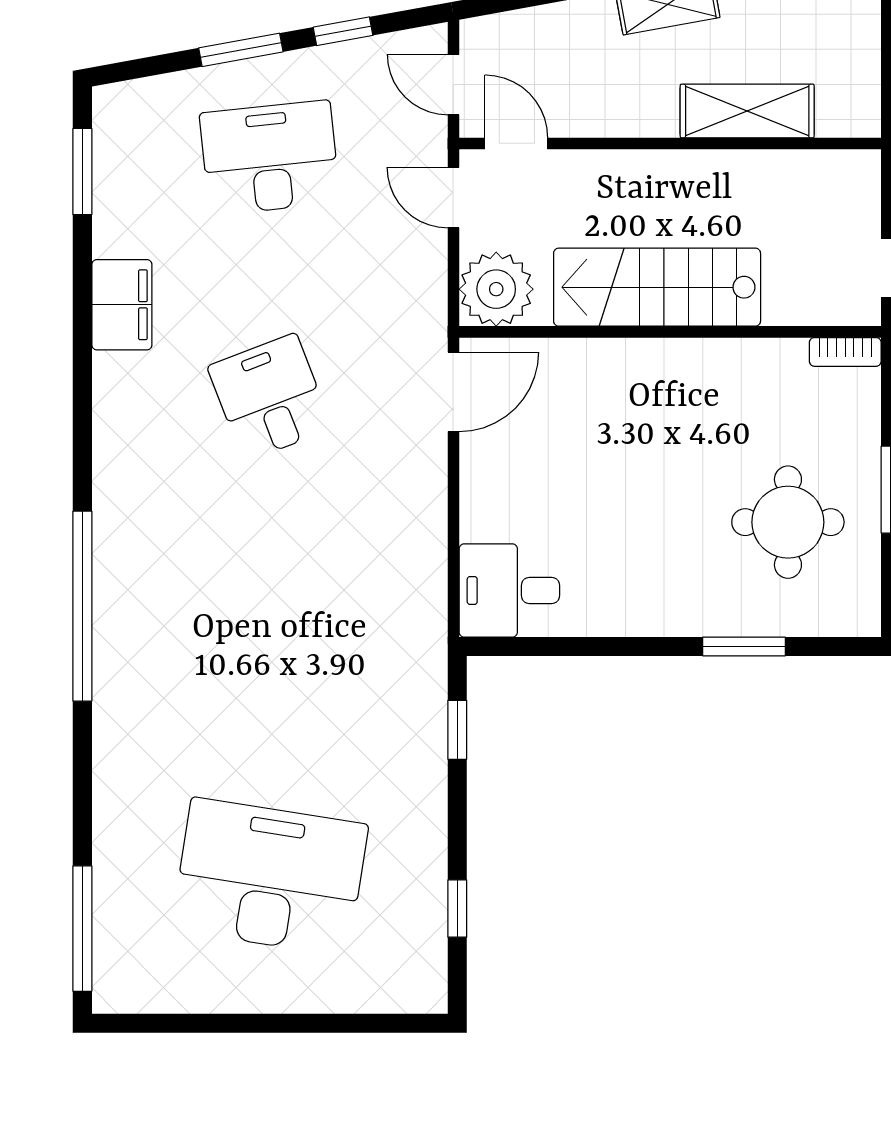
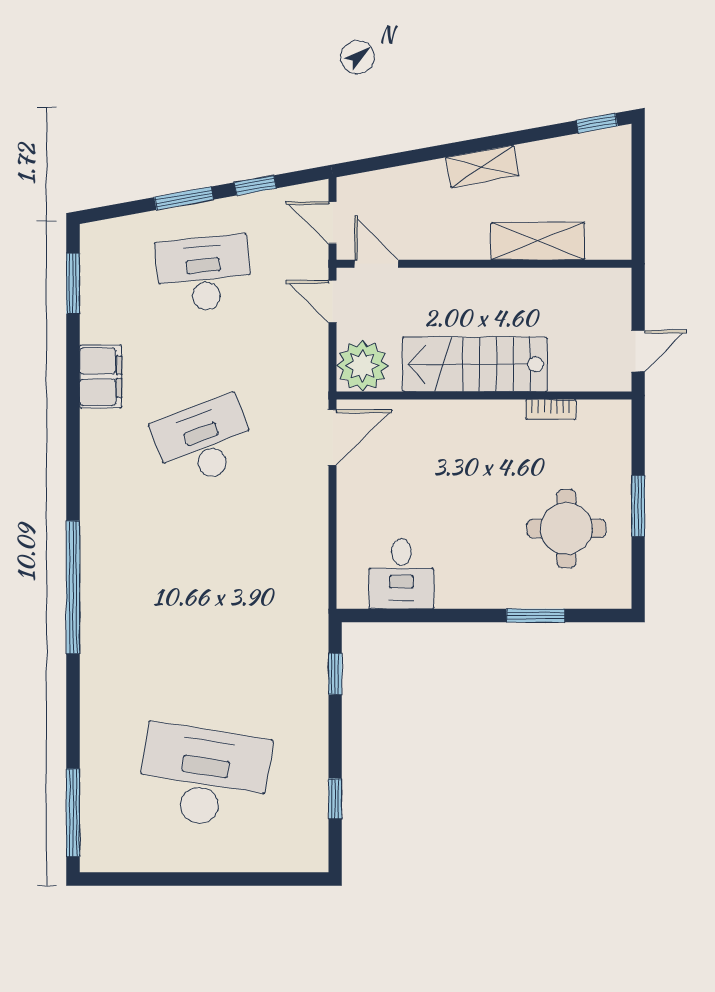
bookcase: (845, 352) -> (551, 410), moved
desk: (270, 397) -> (204, 441), width x1.37
desk: (509, 590) -> (401, 574), moved, turned -90

